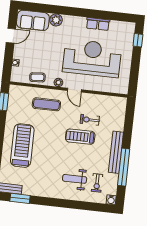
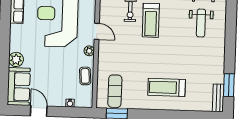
door: (74, 90) -> (97, 31), hinge flipped
exercise mat: (46, 104) -> (115, 91), moved
treadmill: (22, 146) -> (167, 87), width x0.73, depth x0.73

